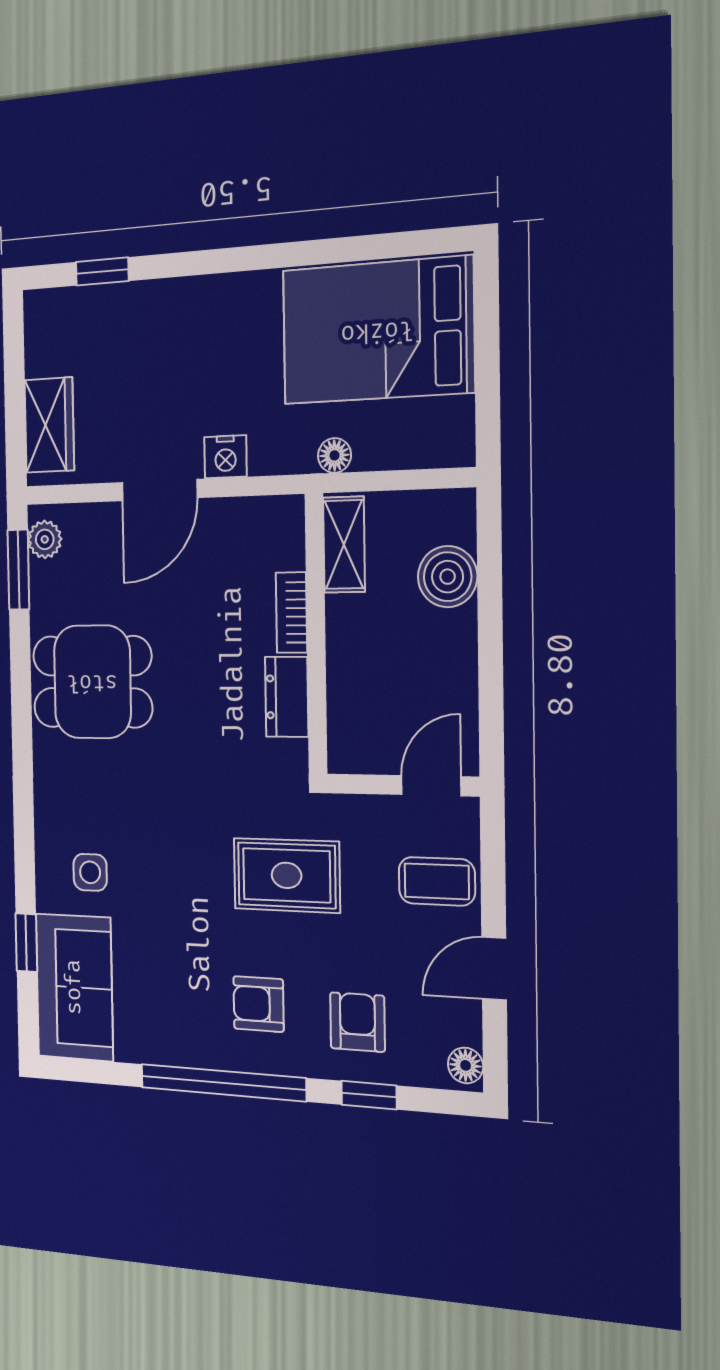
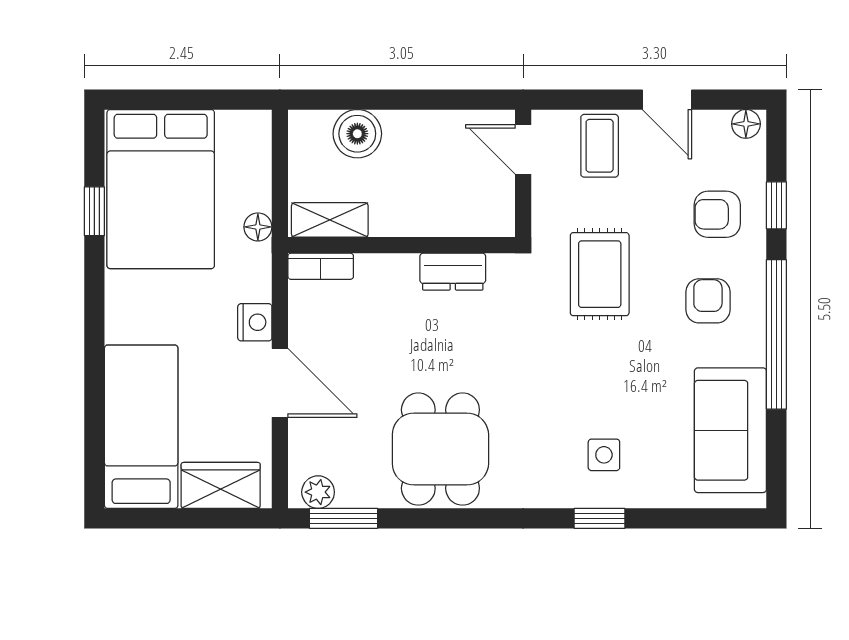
window: (102, 271) -> (94, 211), moved
bed: (109, 327) -> (141, 427), added
bookcase: (291, 613) -> (321, 266), moved
window: (26, 943) -> (600, 518), moved
sofa: (74, 987) -> (730, 430), moved, turned -90
armchair: (259, 1004) -> (708, 301), turned 180

